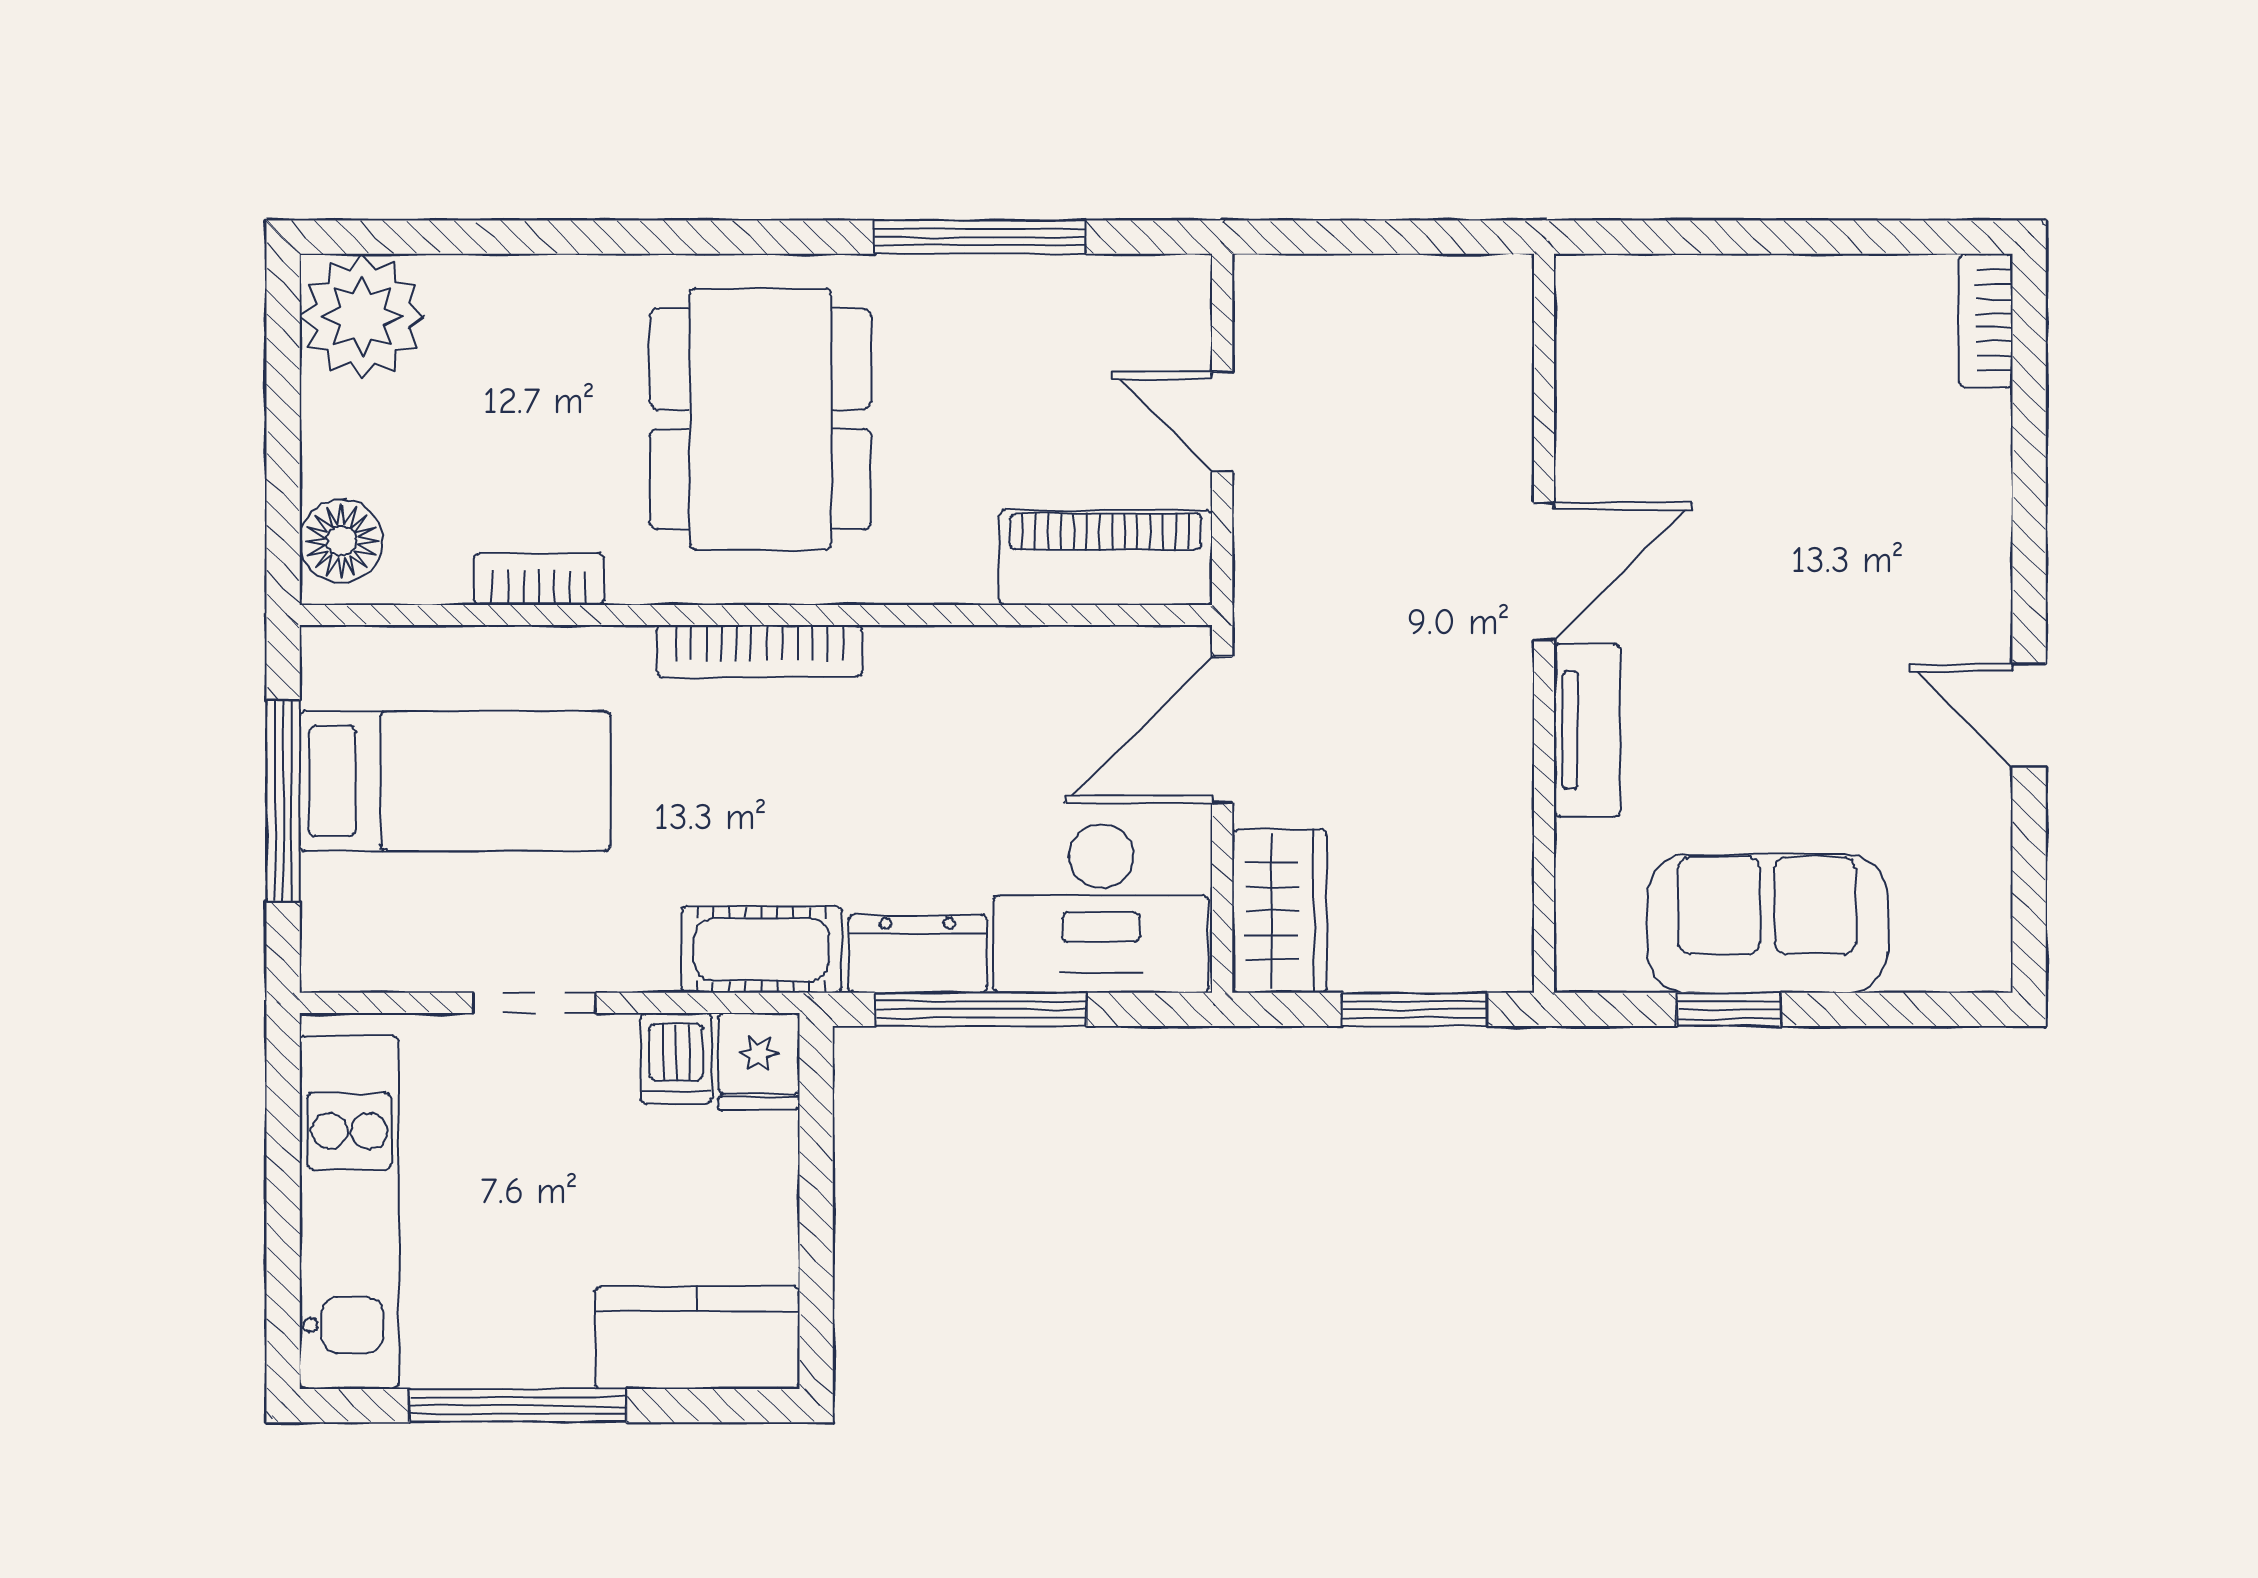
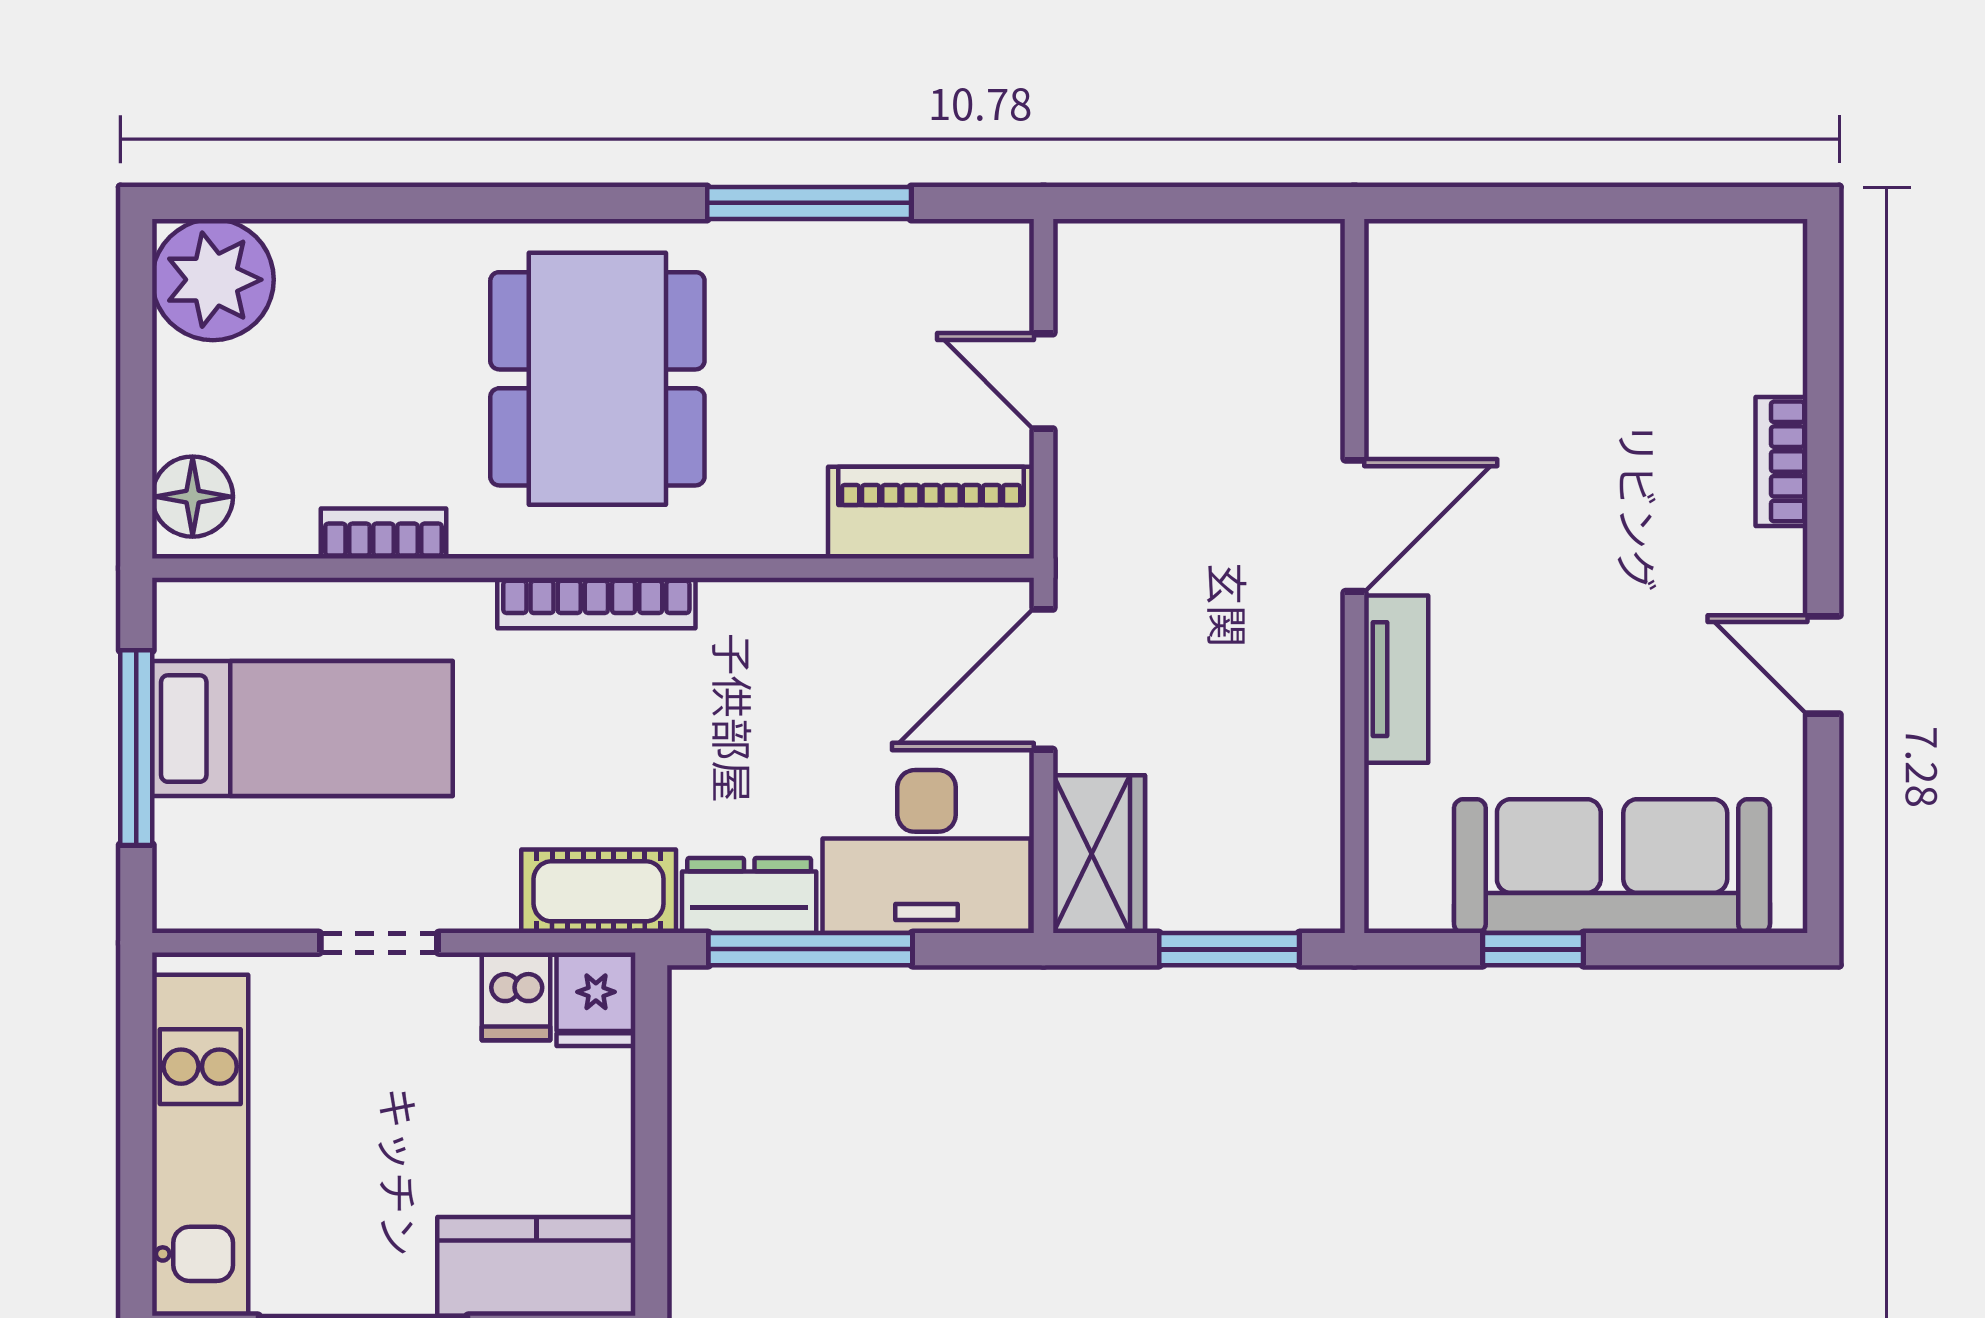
bookcase: (1986, 320) -> (1781, 461), moved
sofa: (1767, 923) -> (1612, 866), width x1.36

